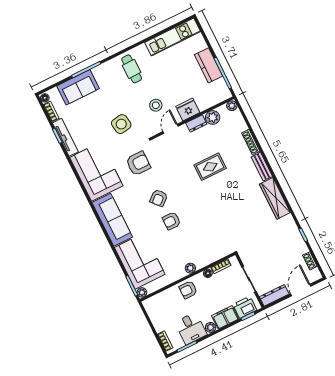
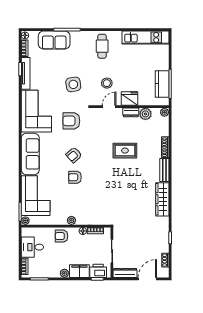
kitchen counter: (209, 65) -> (162, 84), moved
armchair: (138, 163) -> (71, 121), turned 180
desk: (191, 328) -> (32, 247), moved, turned 90

